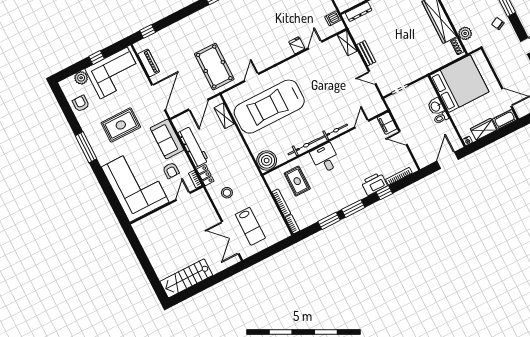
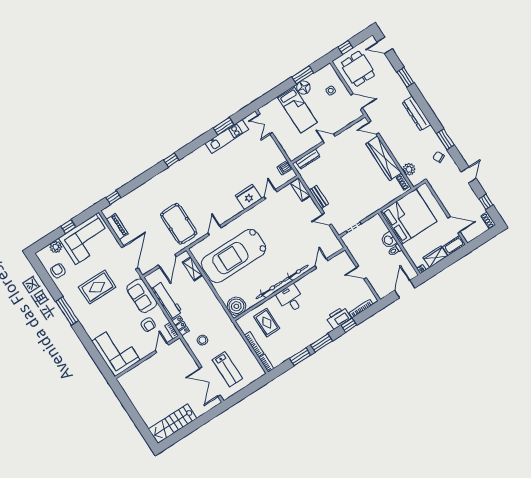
fridge: (297, 45) -> (248, 197), width x1.88, depth x1.34
filing cabinet: (387, 123) -> (345, 260), removed
corner sofa: (135, 185) -> (116, 351), width x0.73, depth x0.74

